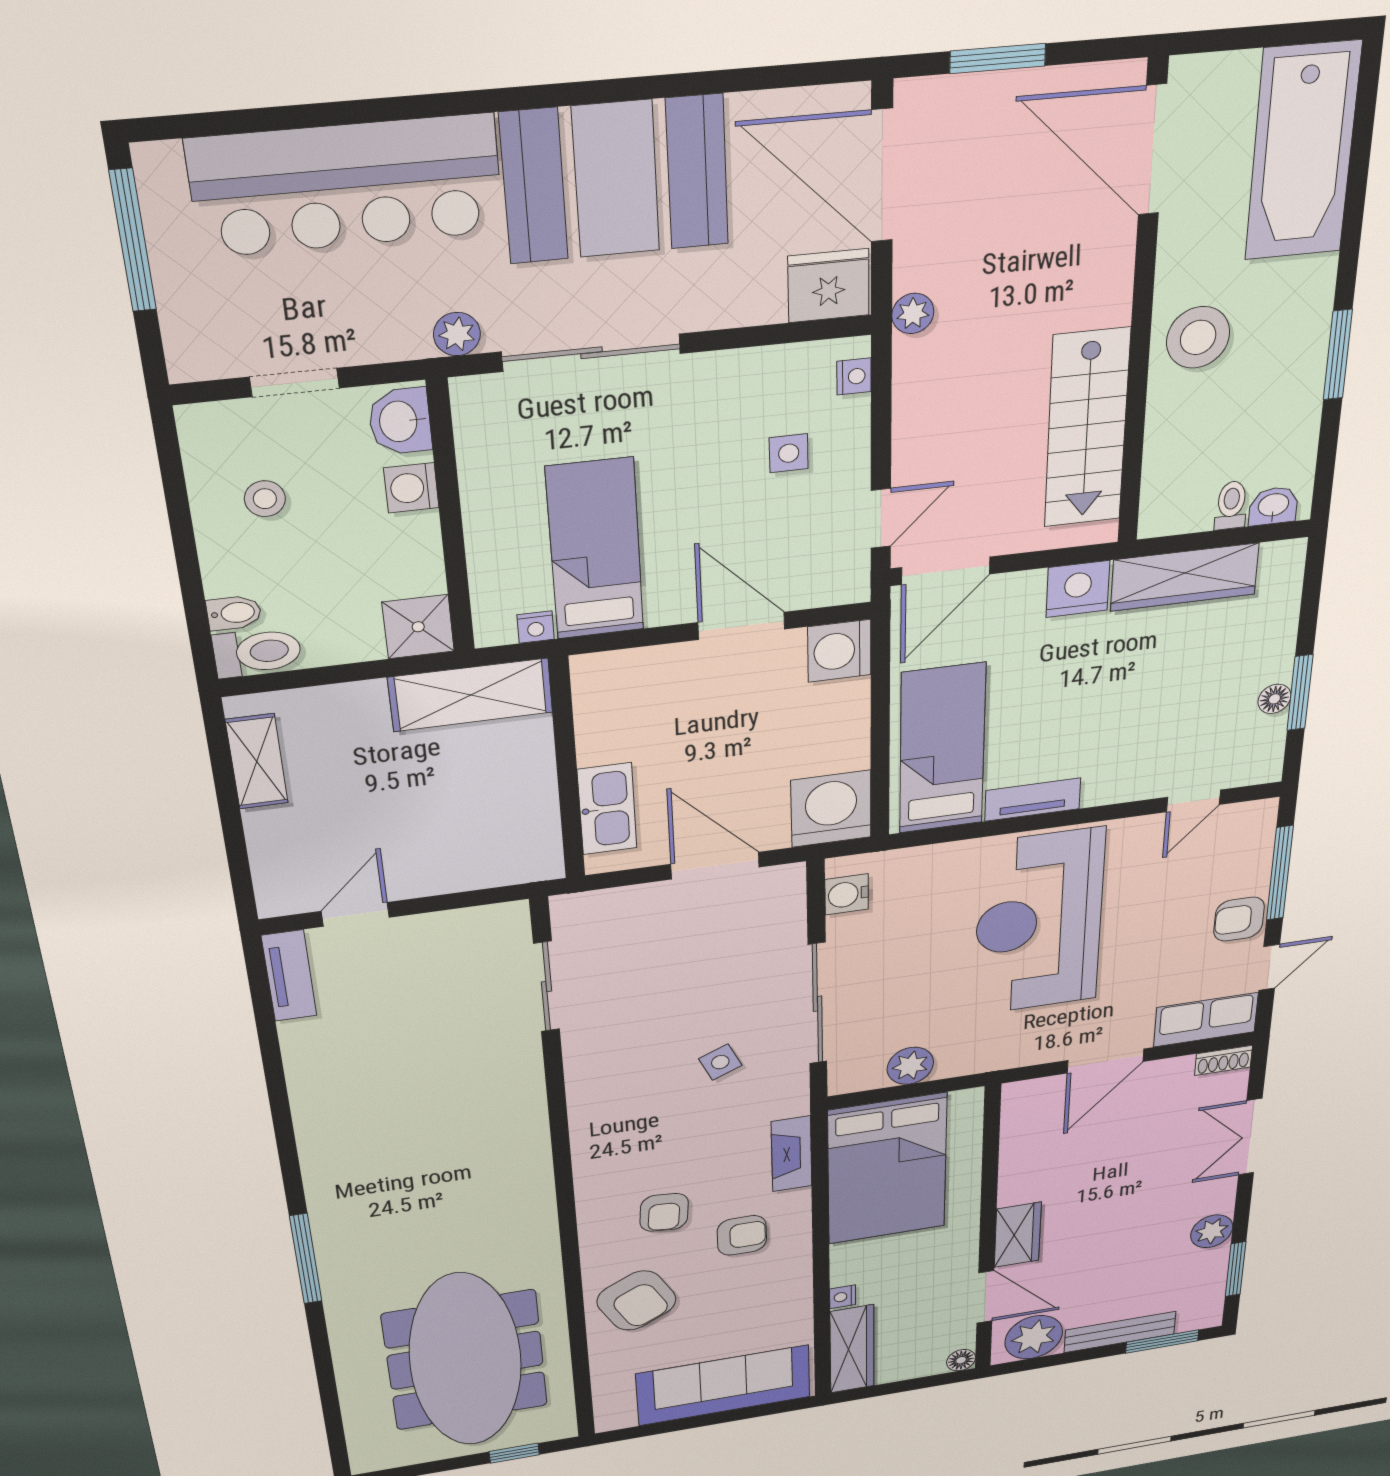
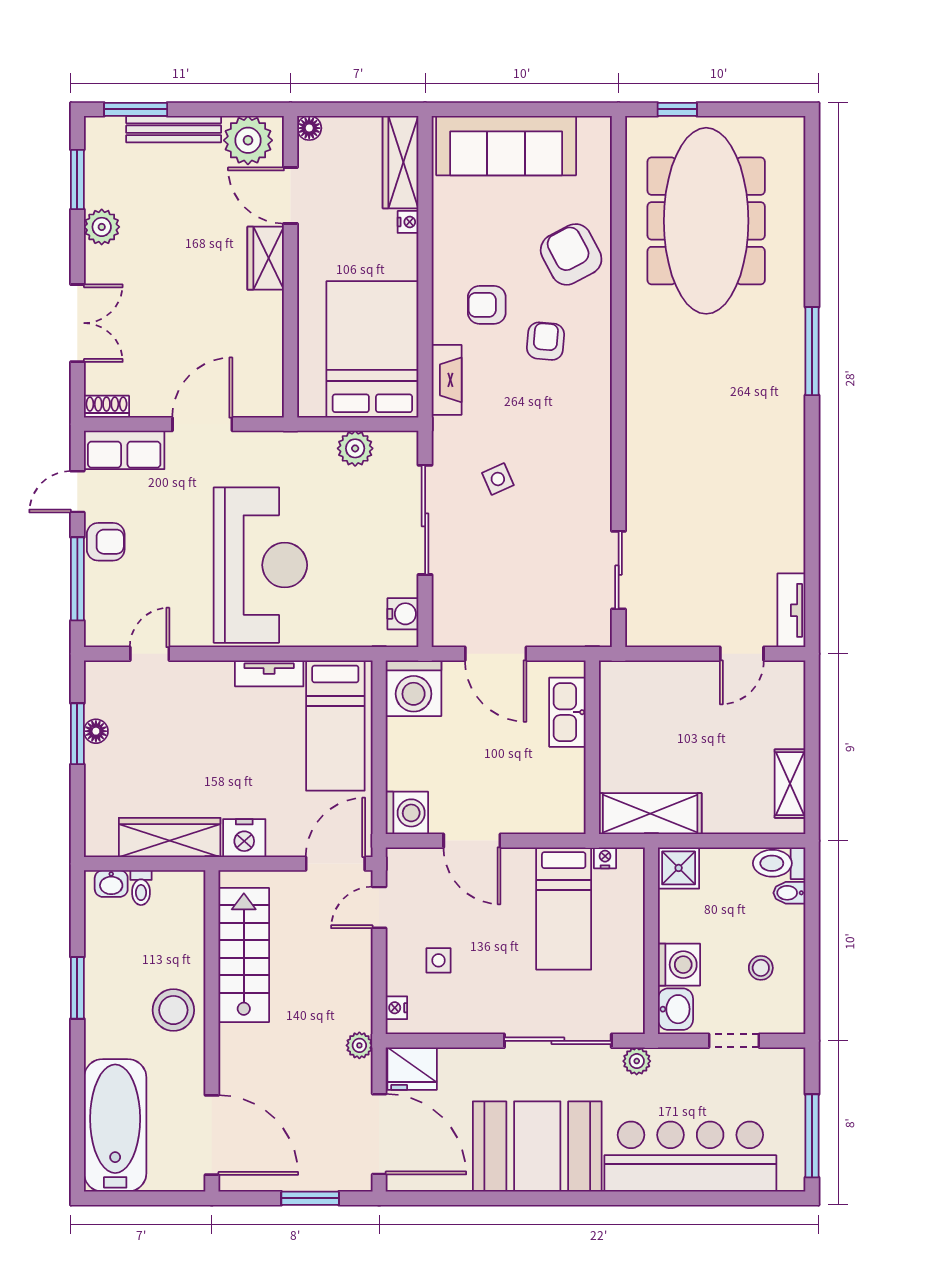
washing machine: (411, 488) -> (679, 965), width x1.38, depth x1.38

